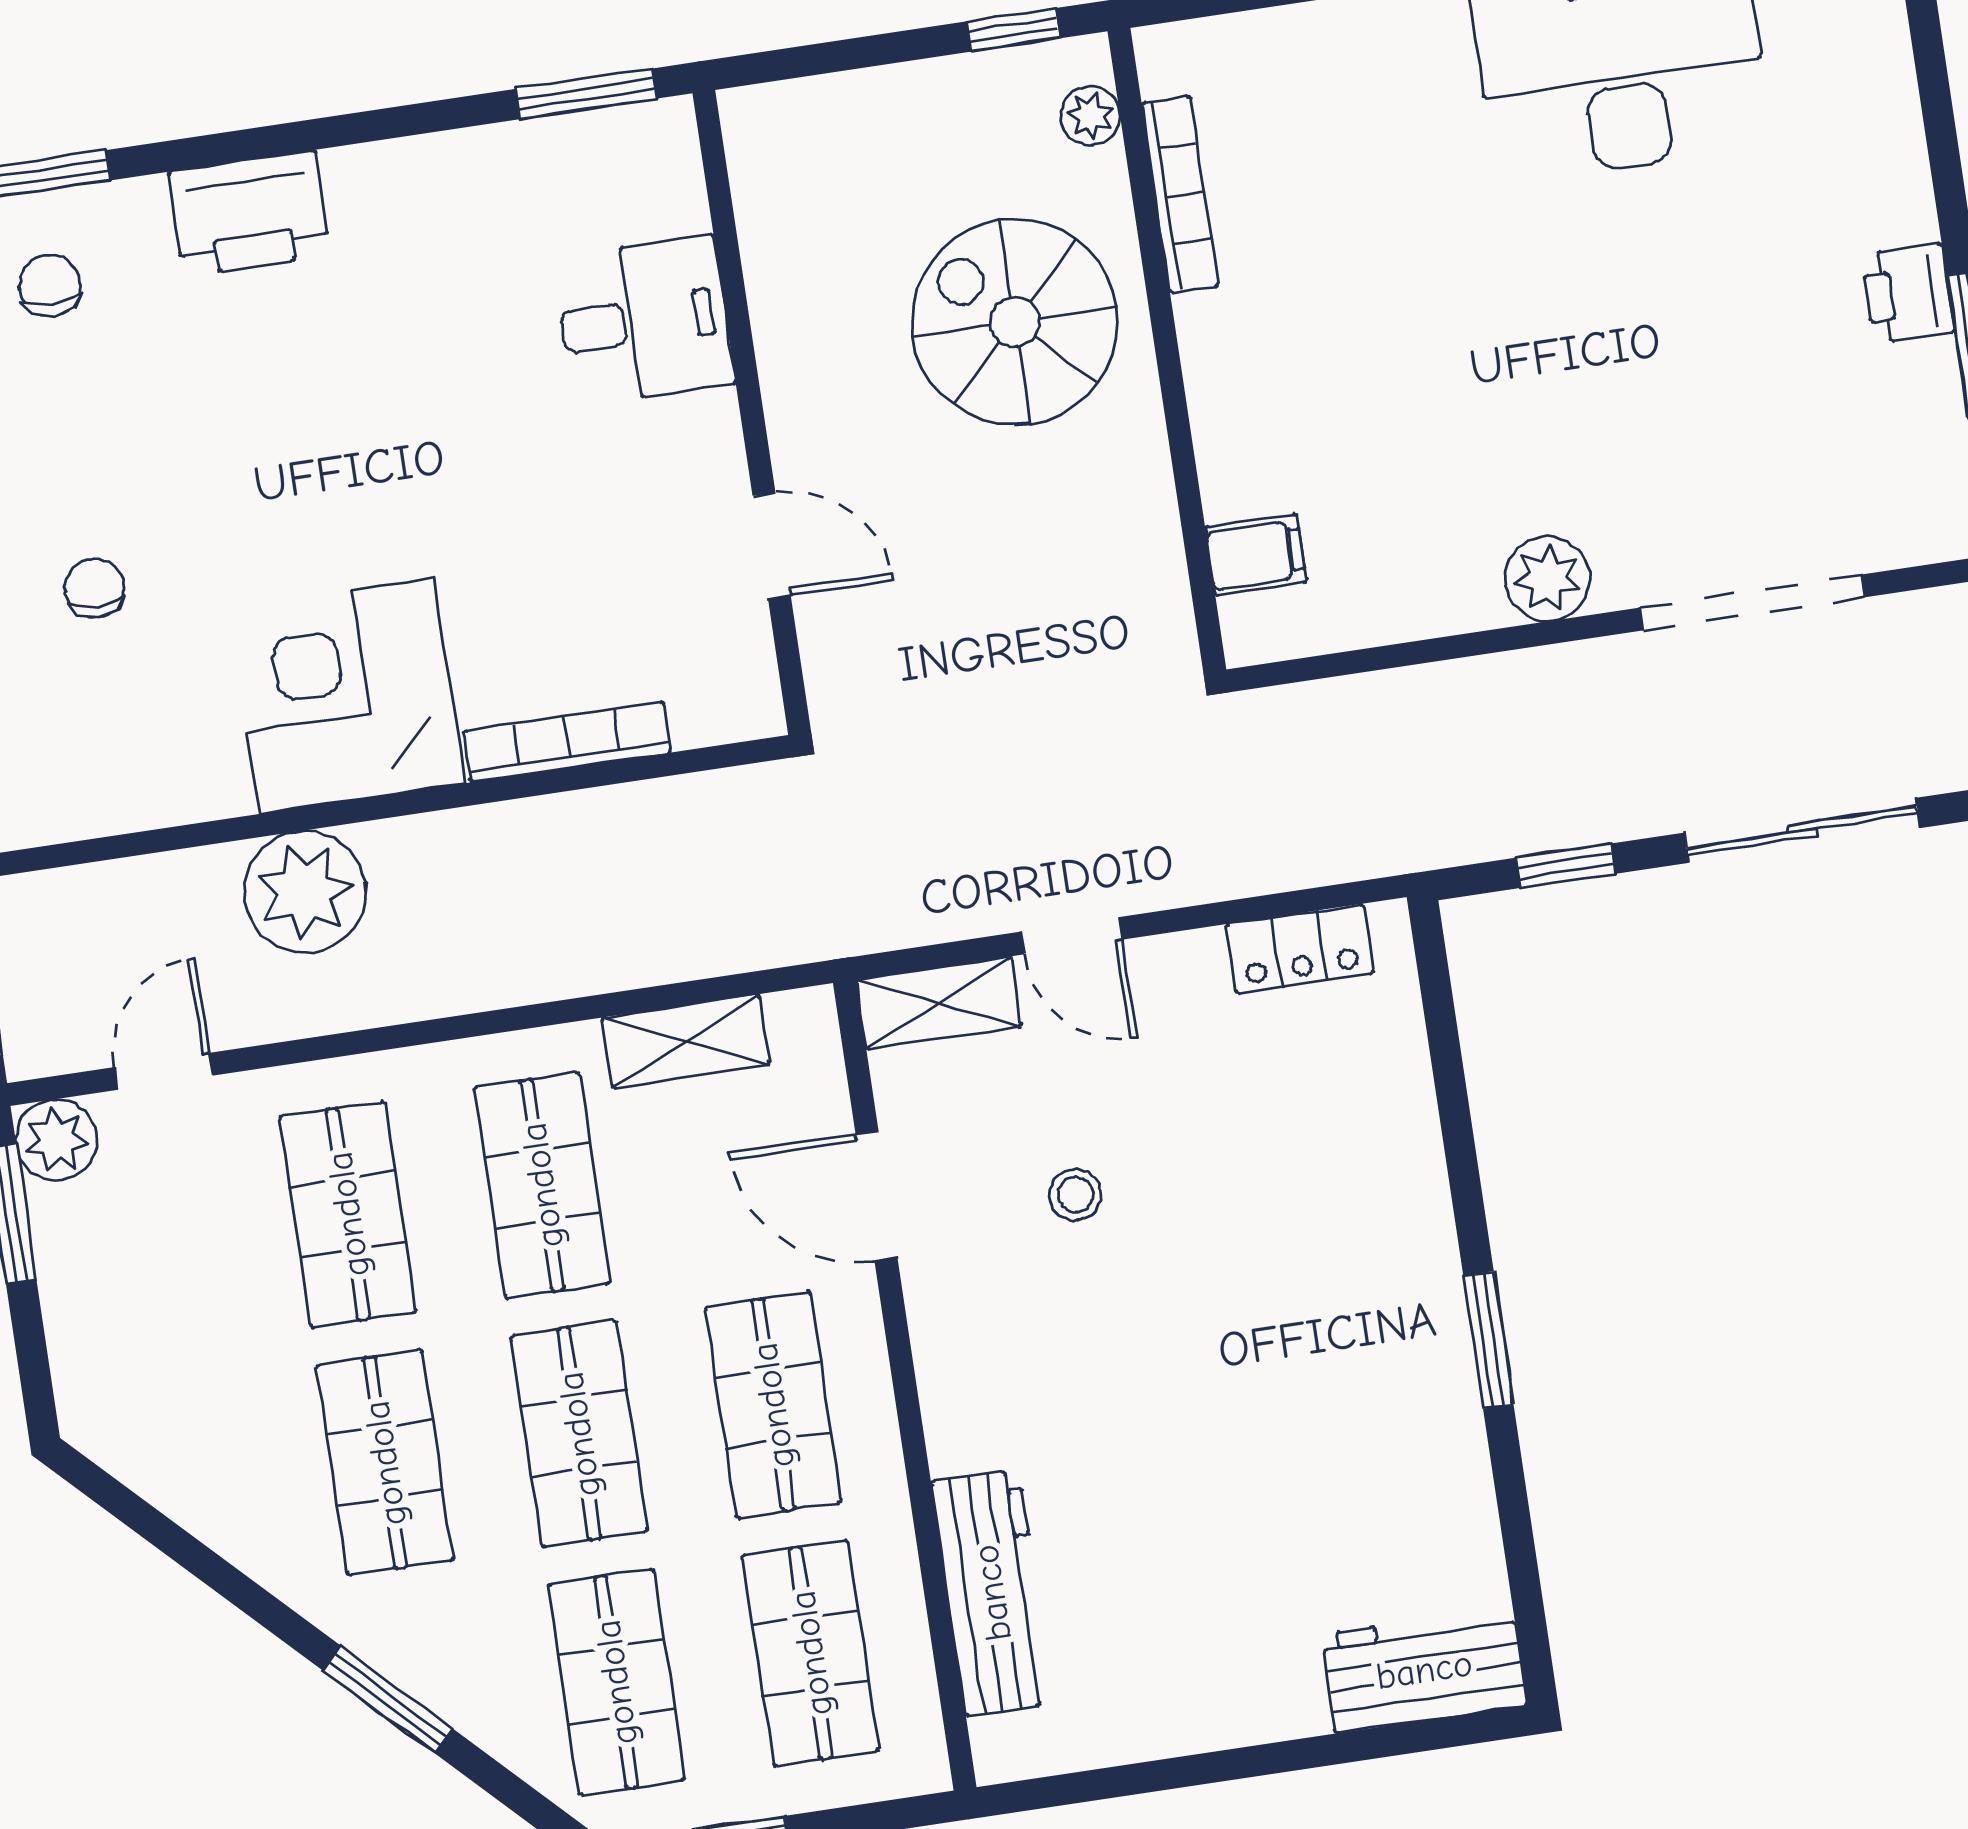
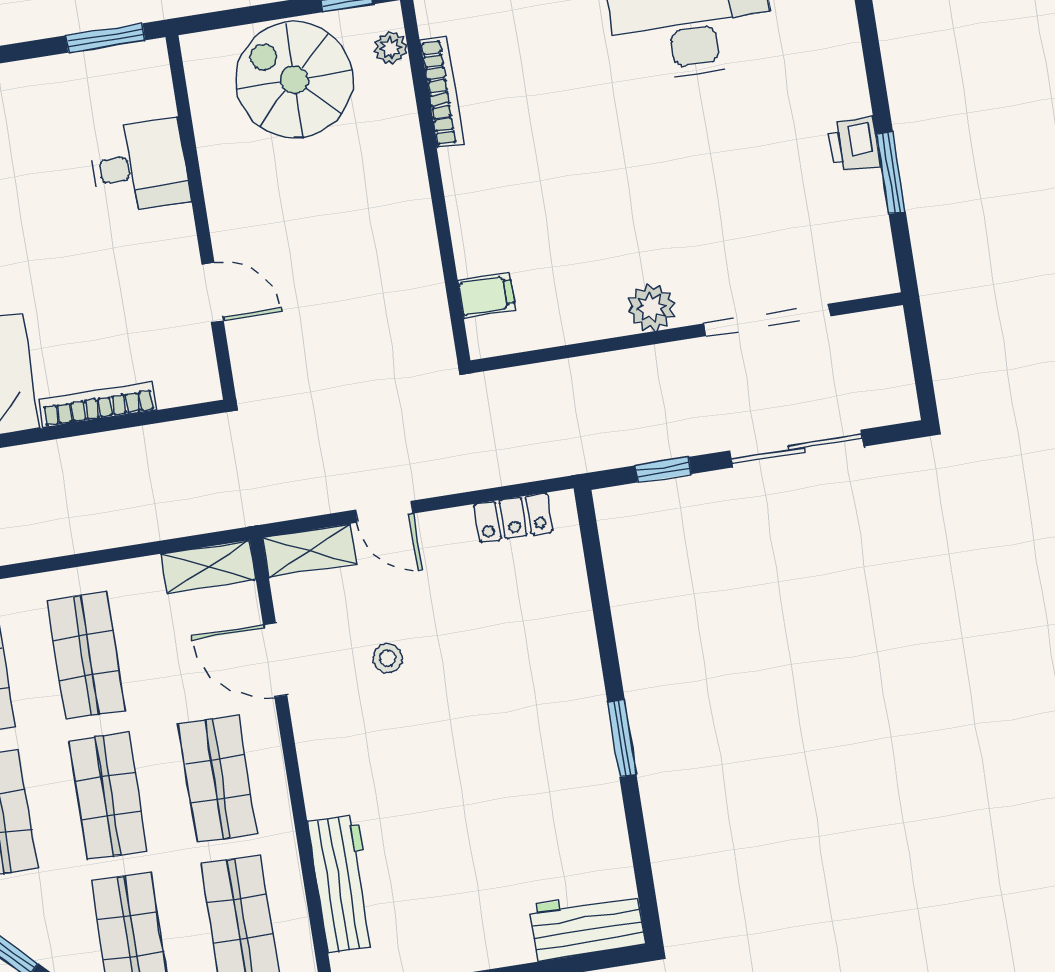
spiral stairs: (1015, 322) -> (294, 80), moved
shelving: (686, 1041) -> (208, 567), moved

